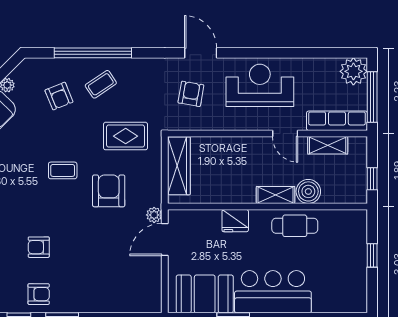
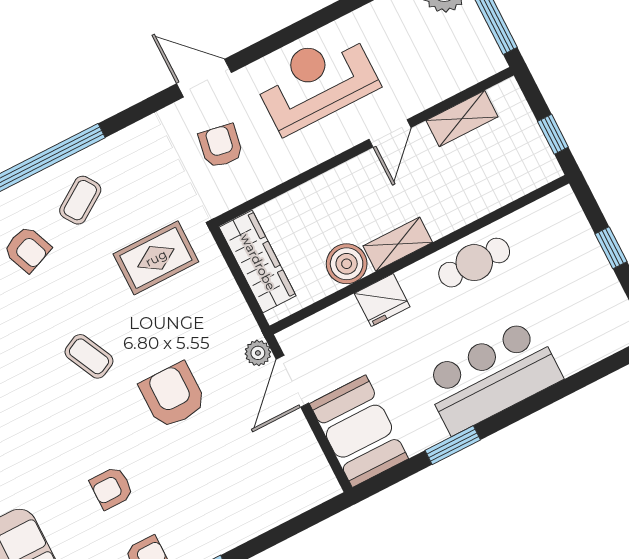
row of seats: (337, 121) -> (457, 75), removed
door: (285, 134) -> (390, 133), hinge flipped
coffee table: (63, 170) -> (89, 356), turned 64
armchair: (109, 191) -> (173, 395), moved
boiler: (308, 191) -> (347, 264), moved
shelving: (276, 195) -> (398, 244), moved
booth: (205, 294) -> (359, 431), moved, turned 90

